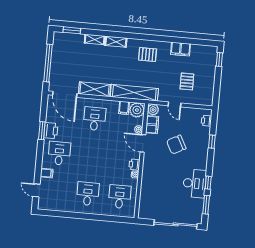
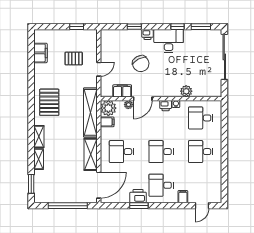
filing cabinet: (181, 49) -> (40, 53), moved
pallet: (148, 55) -> (49, 102), width x1.50, depth x1.42
window: (219, 60) -> (77, 27), moved
plant: (153, 110) -> (186, 91), moved
printer: (206, 121) -> (147, 34), moved
desk: (91, 156) -> (161, 152), added
desk: (194, 183) -> (169, 41), moved

